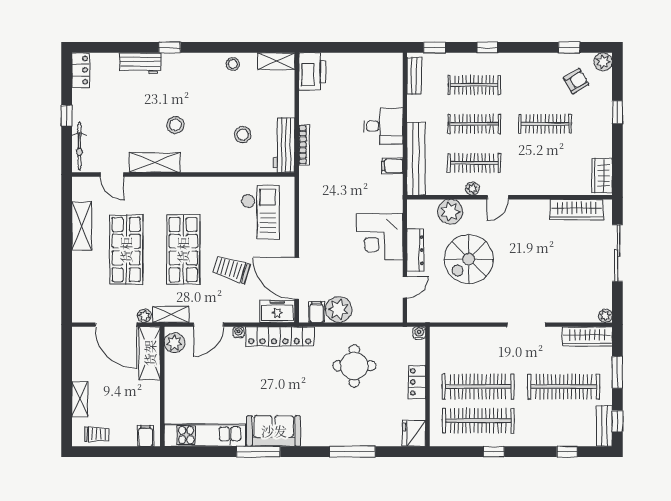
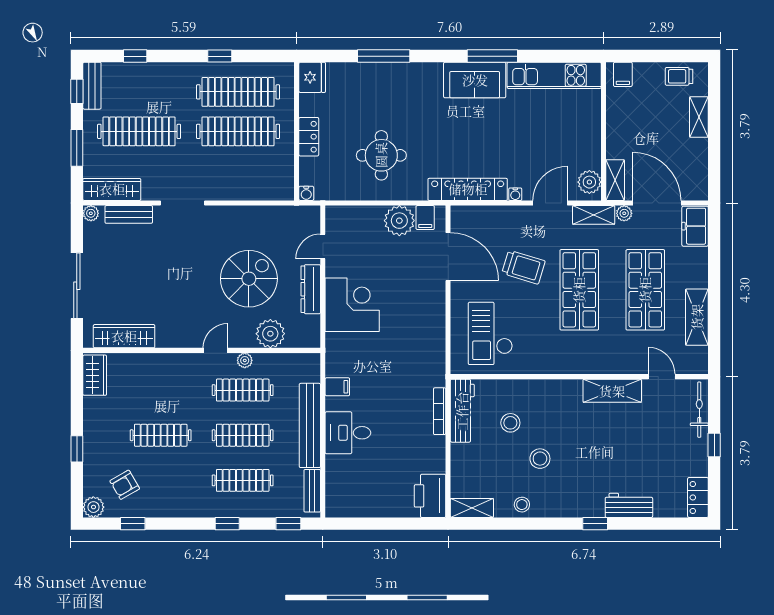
stool: (175, 125) -> (540, 459), moved
bench: (416, 159) -> (310, 425), moved
freezer: (277, 311) -> (695, 226), moved, turned 90
bench: (573, 315) -> (129, 214), added
shelving: (150, 353) -> (615, 180), width x0.67, depth x0.75

